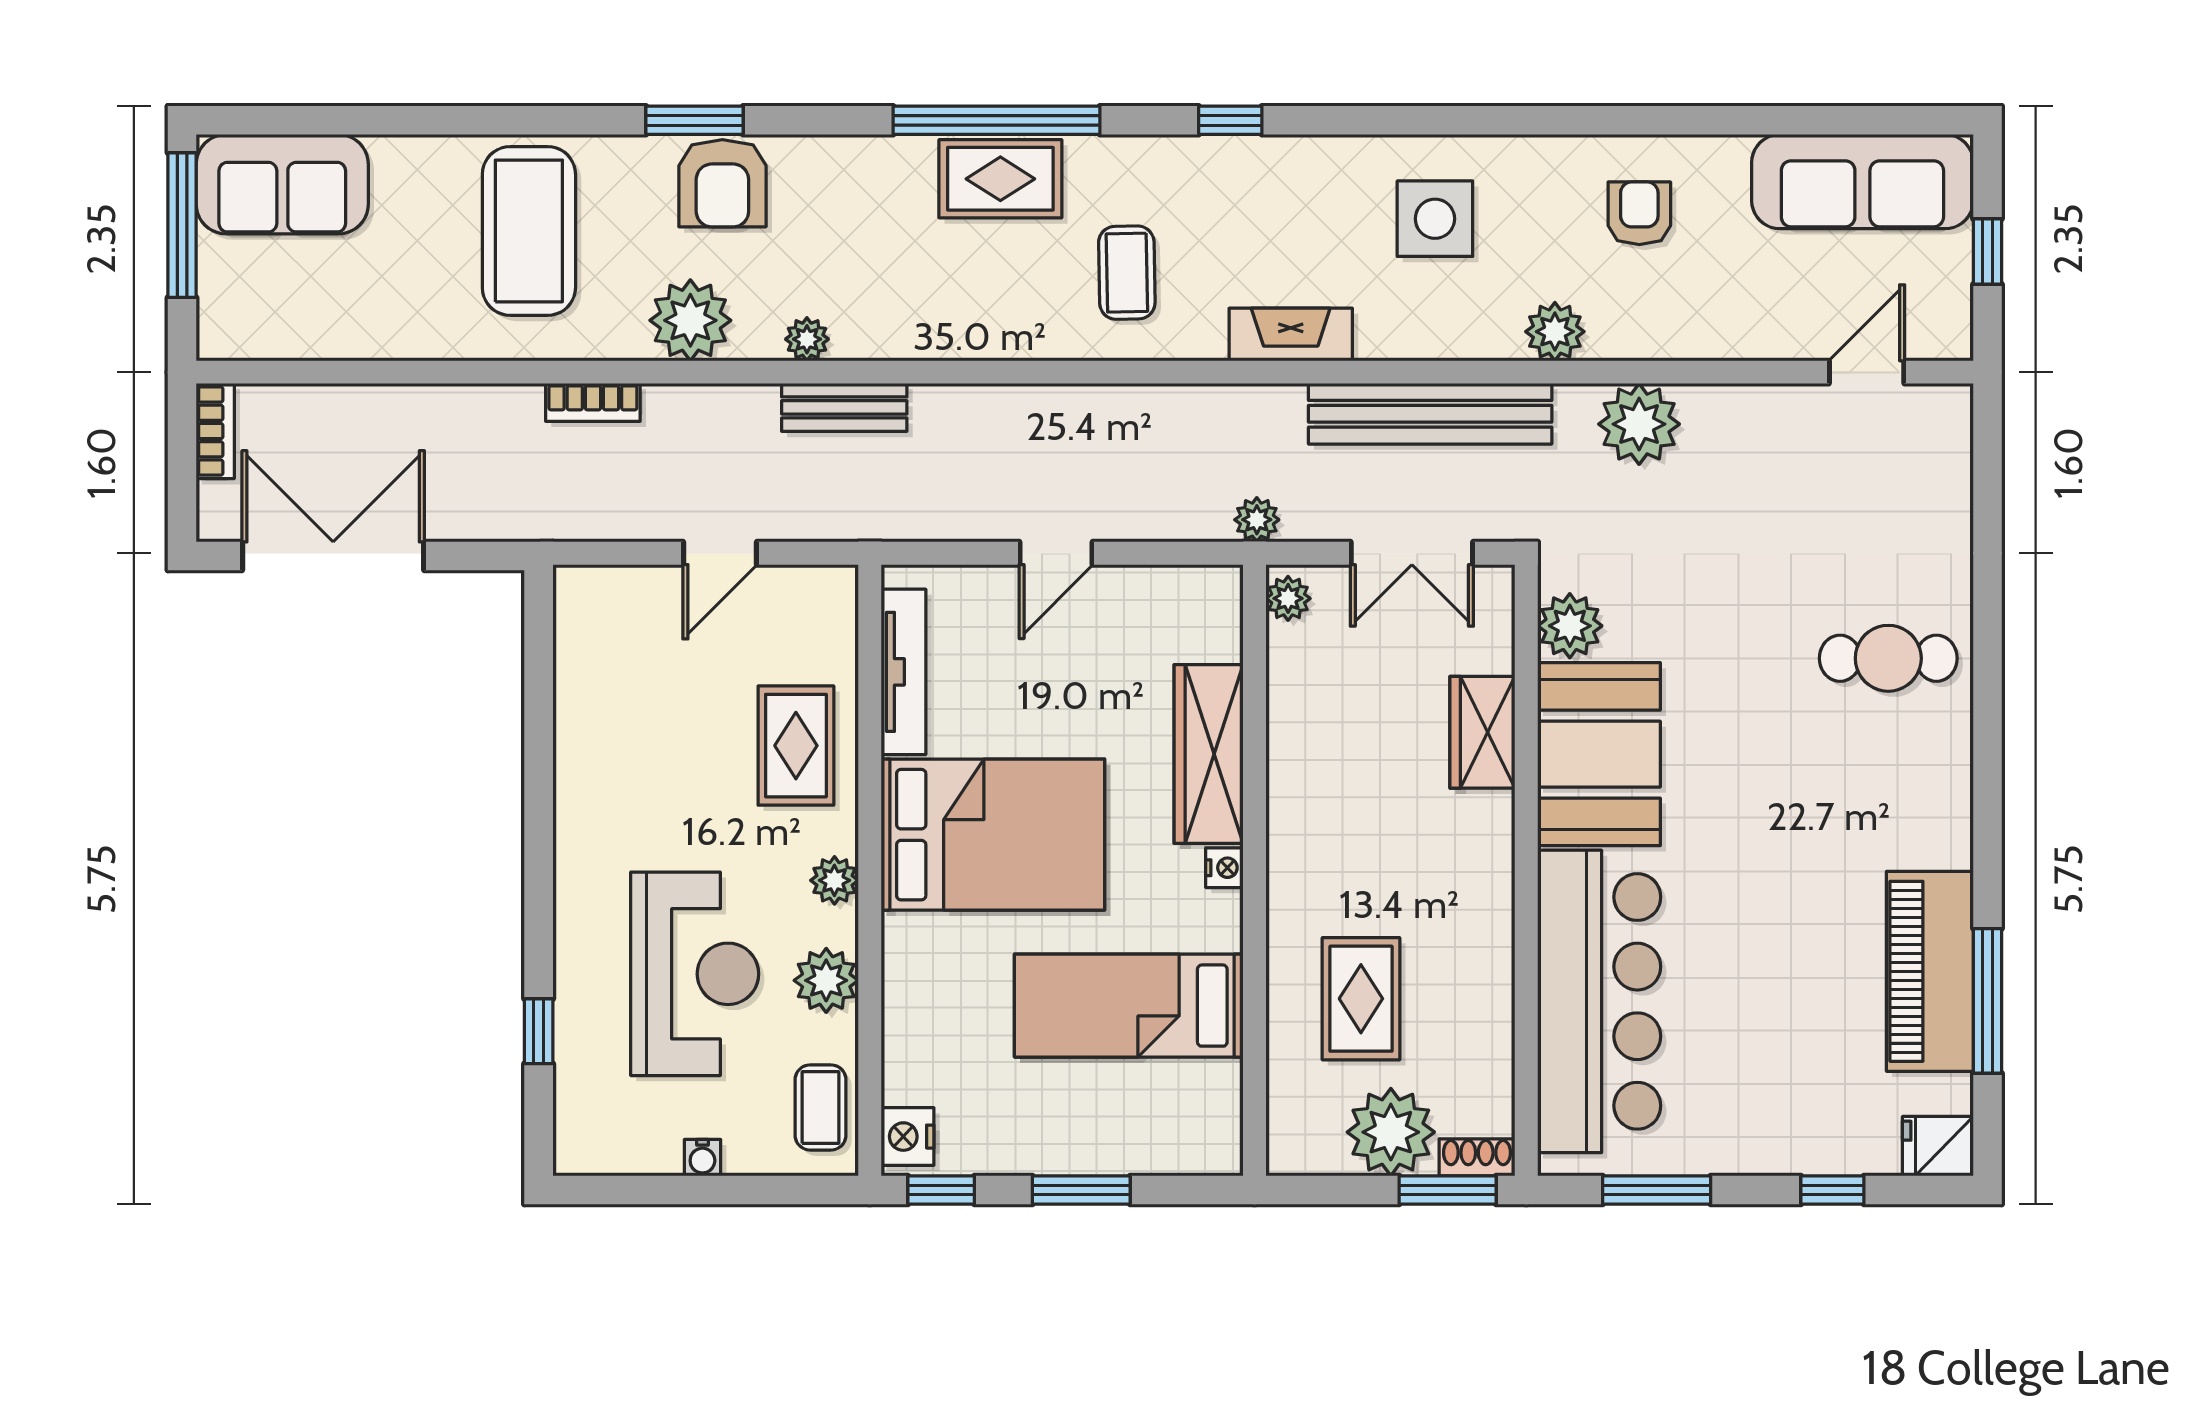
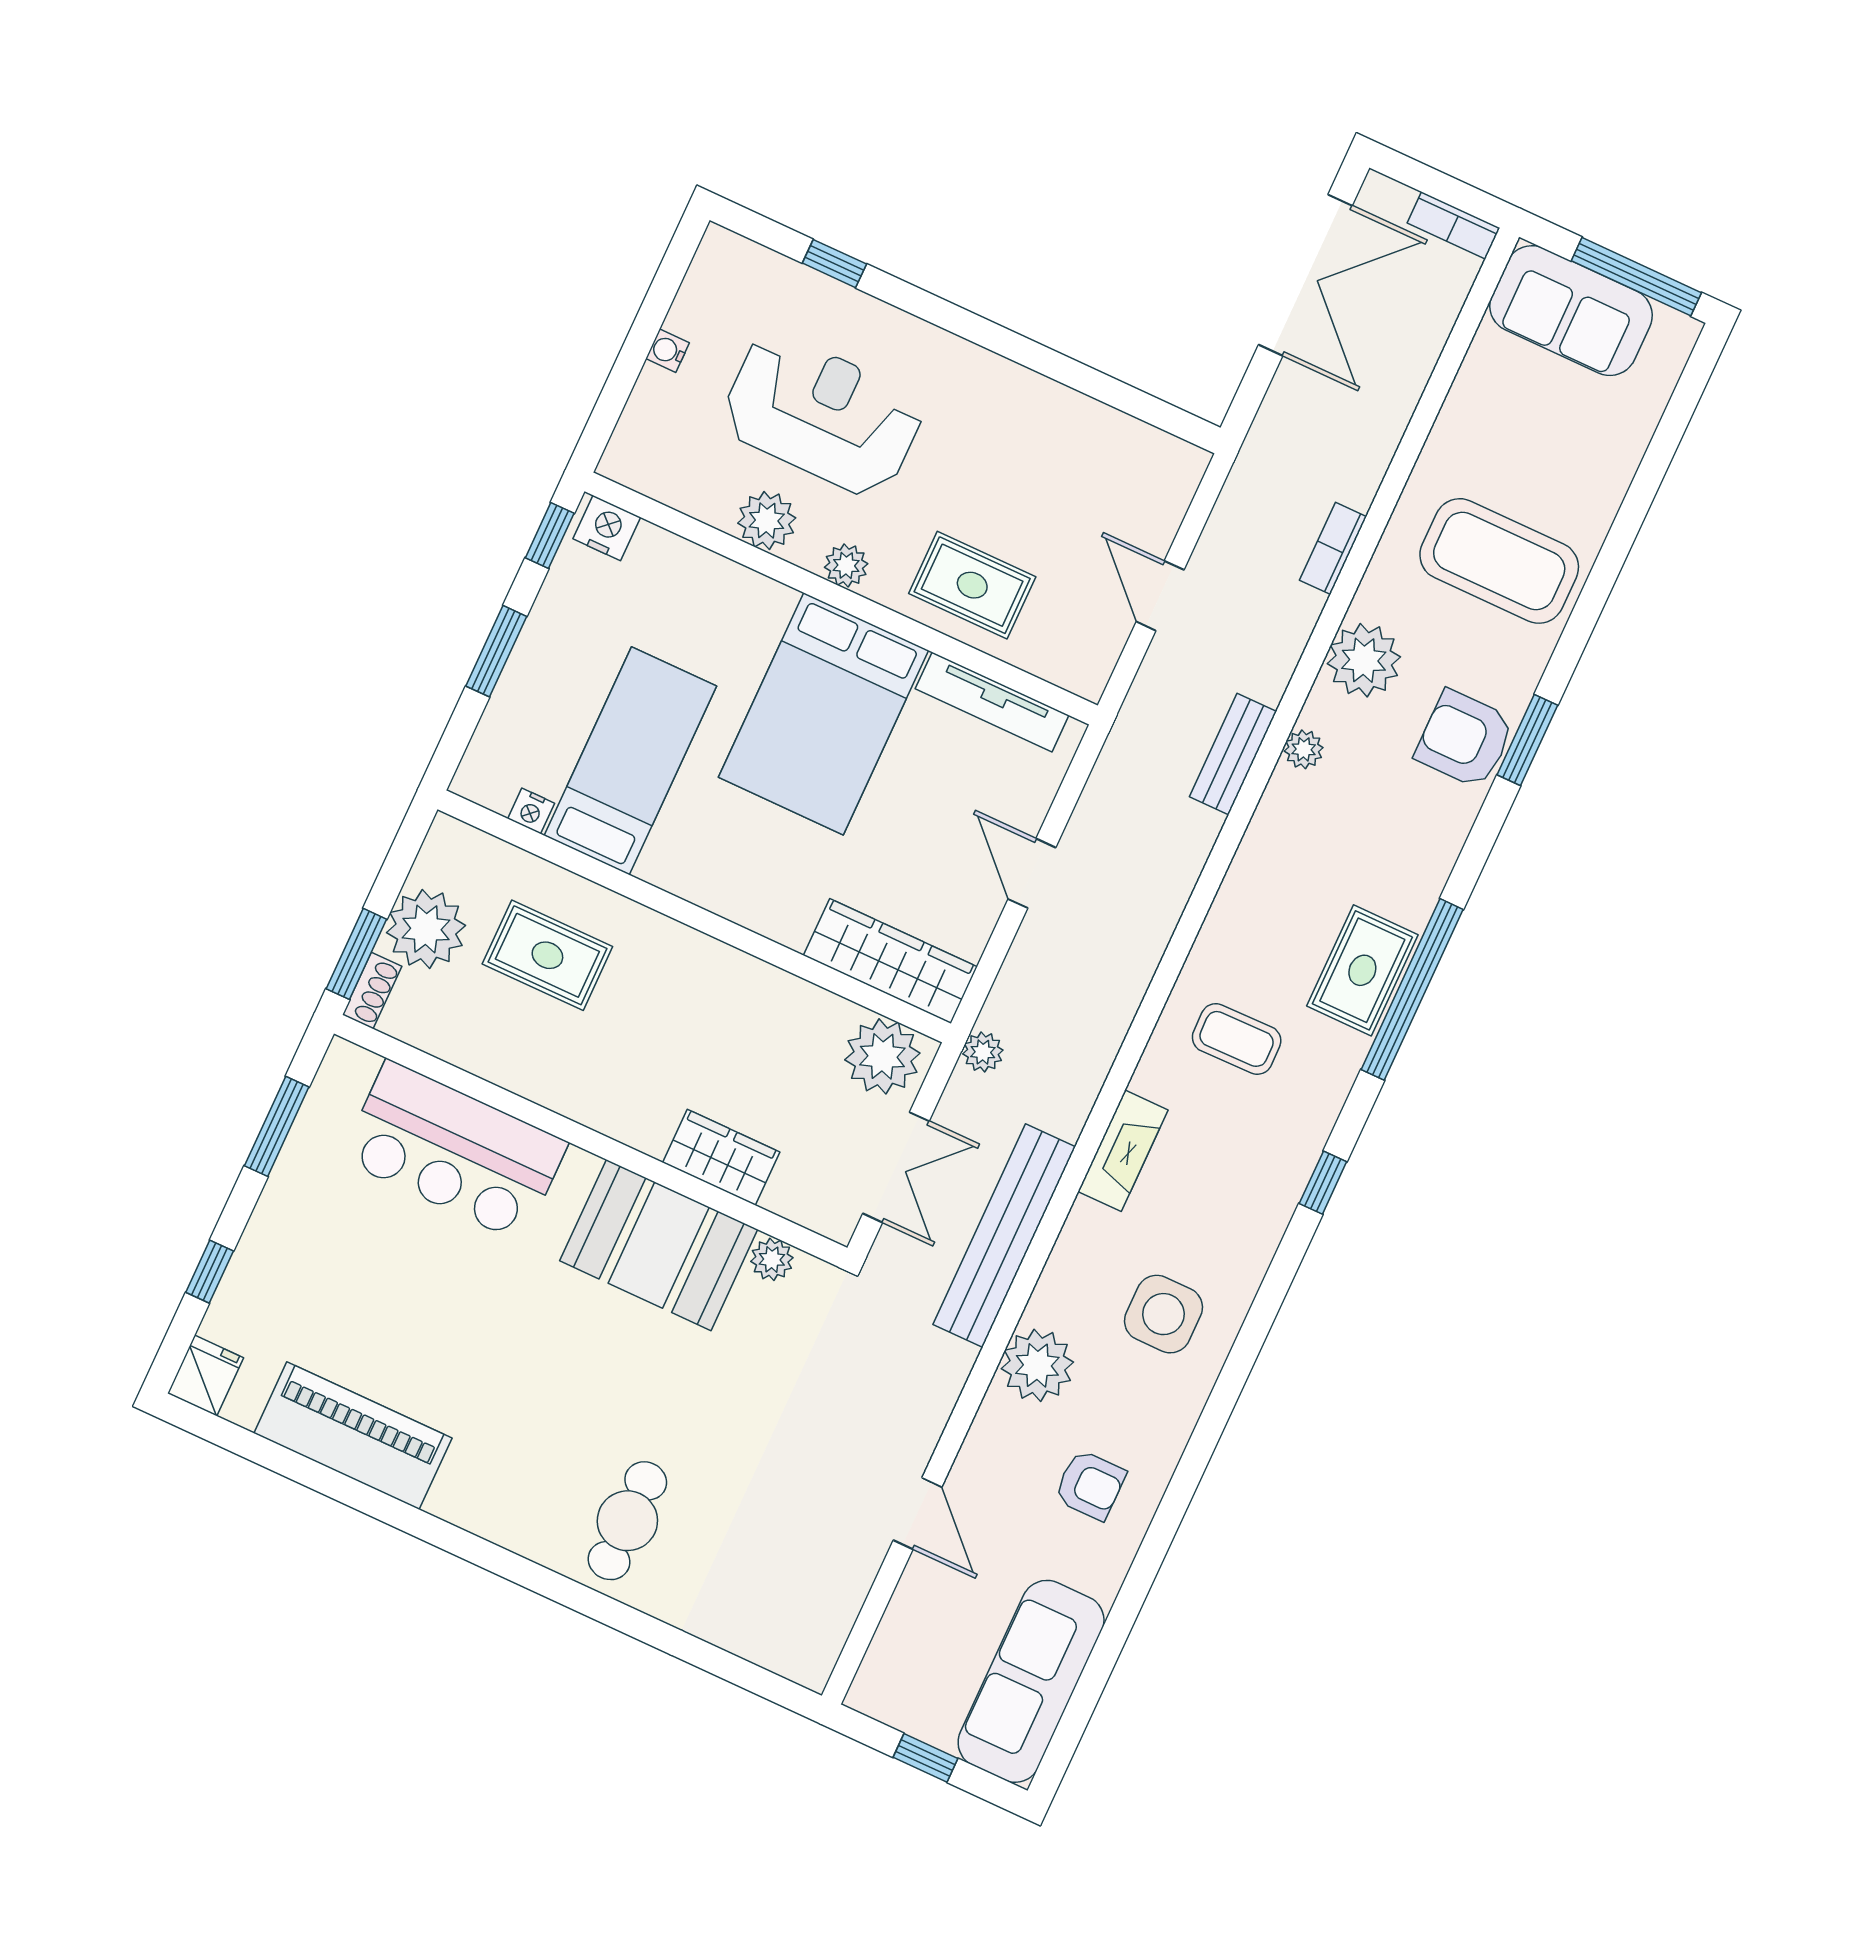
sofa: (282, 184) -> (1571, 311), moved, turned -90
plant: (1555, 332) -> (1037, 1365), width x1.36, depth x1.36
door: (1867, 372) -> (917, 1514), moved
plant: (1639, 424) -> (916, 1404), removed
double door: (1412, 553) -> (896, 1167), swing flipped
plant: (1288, 598) -> (882, 1056), width x1.88, depth x1.88
plant: (1570, 626) -> (772, 1259), width x0.73, depth x0.73
wardrobe: (1209, 754) -> (890, 961), moved
nightstand: (1224, 868) -> (531, 811), moved
reception desk: (695, 974) -> (822, 414), turned 180
bar counter: (1599, 1001) -> (454, 1151), width x0.73
window: (1987, 1001) -> (307, 1472), removed
coffee table: (821, 1107) -> (664, 467), removed

